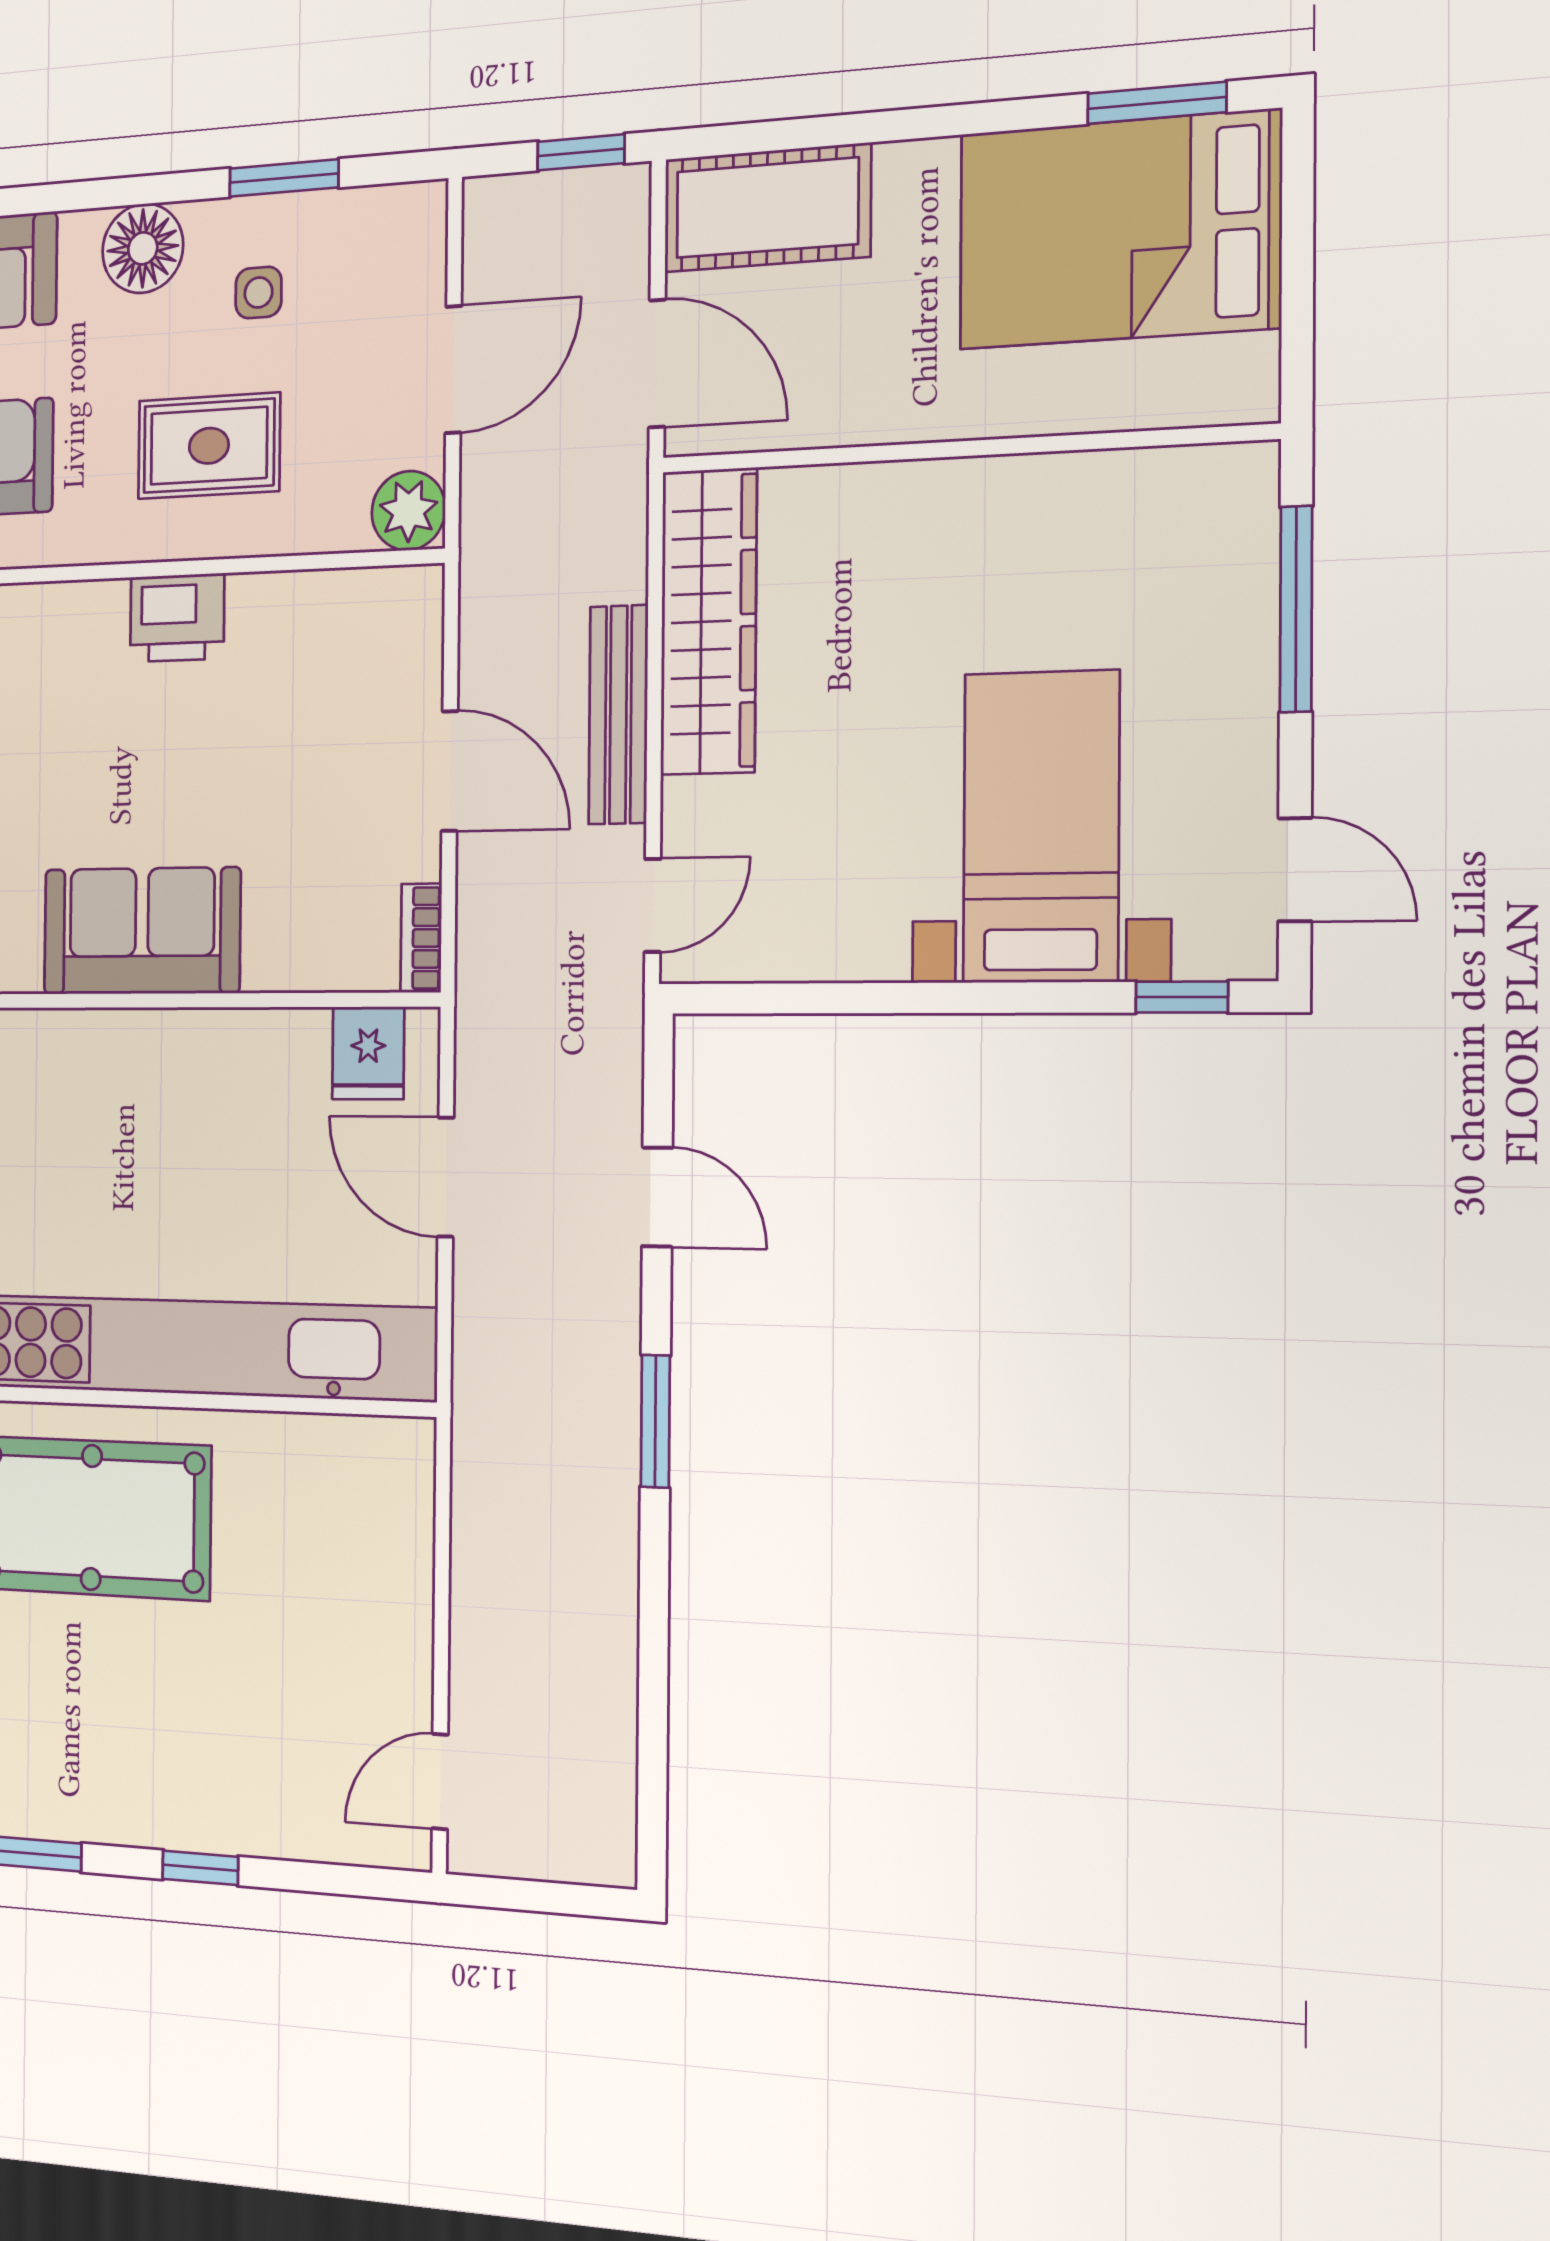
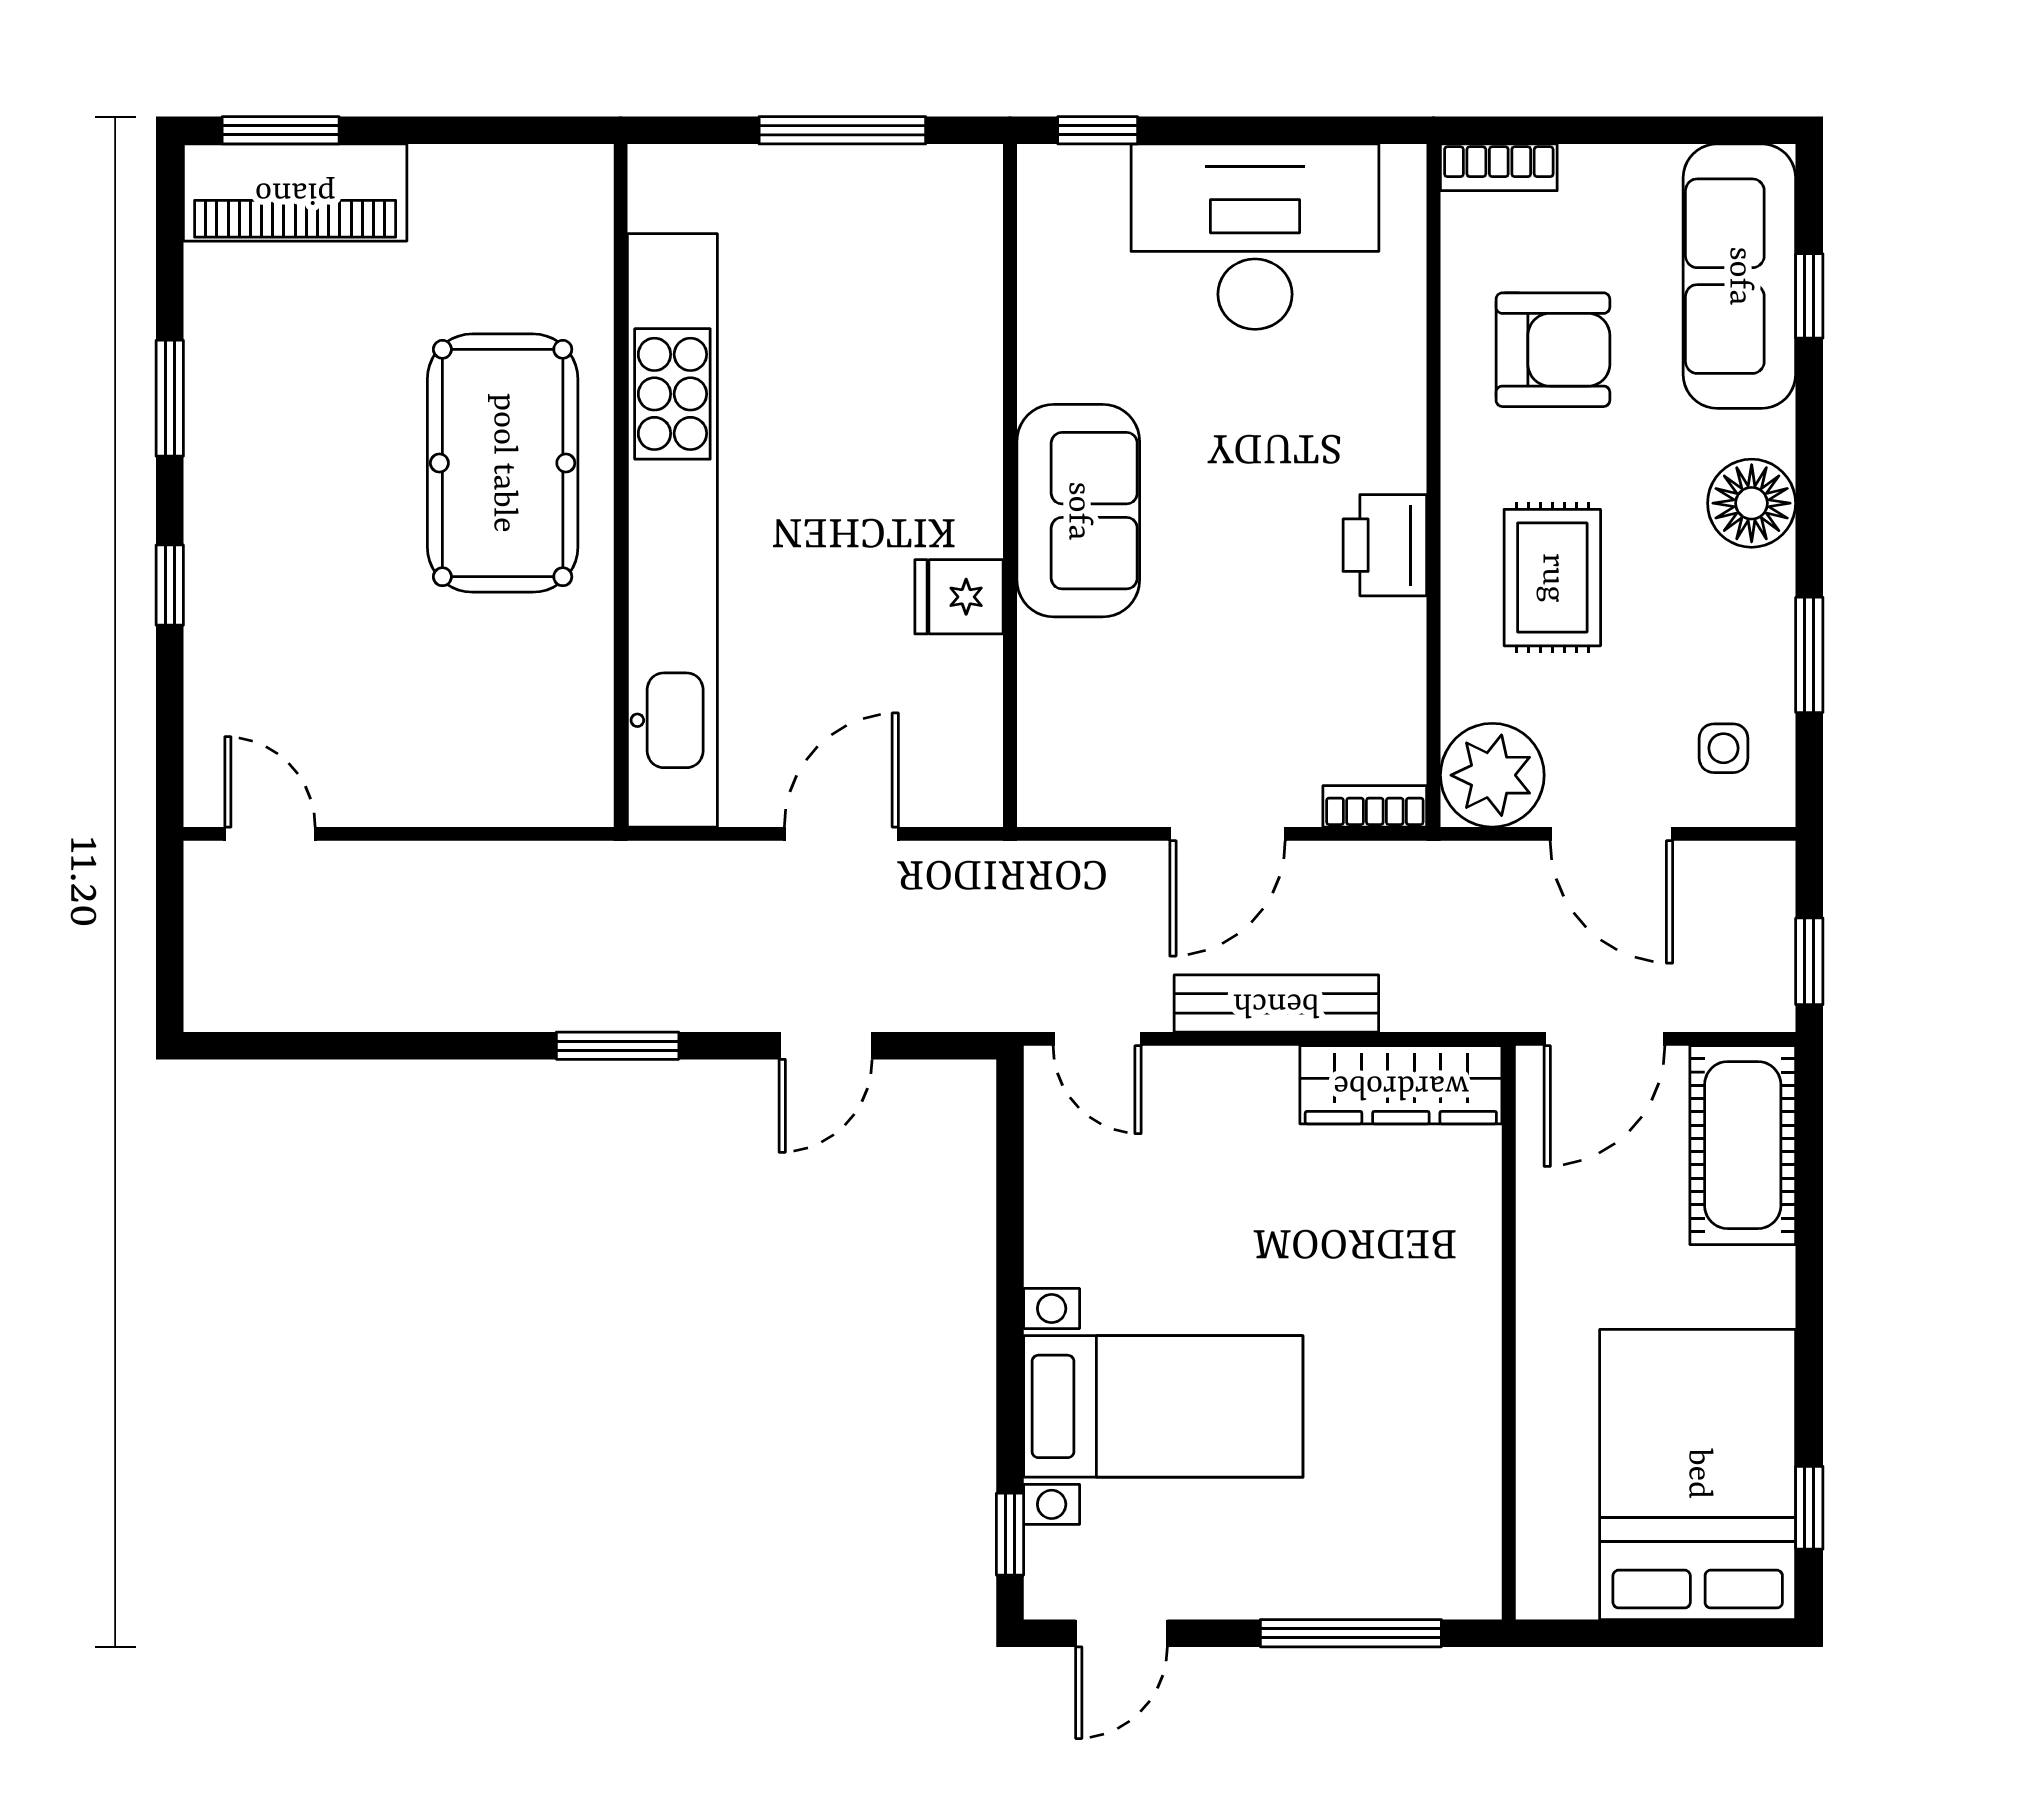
window: (1157, 103) -> (1809, 1508), width x0.67
side table: (259, 293) -> (1724, 748), moved
plant: (408, 511) -> (1492, 775), width x1.36, depth x1.36
wardrobe: (709, 622) -> (1401, 1085), width x0.71, depth x0.85
bookcase: (421, 938) -> (1375, 806), moved
fridge: (368, 1053) -> (959, 597), moved

